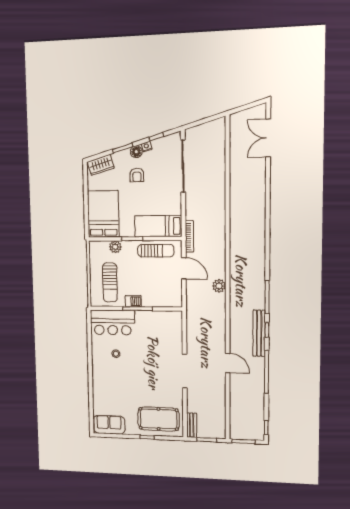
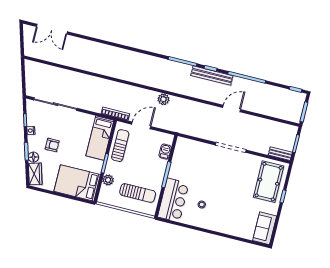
floor lamp: (136, 152) -> (33, 157), moved
barbecue: (133, 301) -> (165, 152), moved

